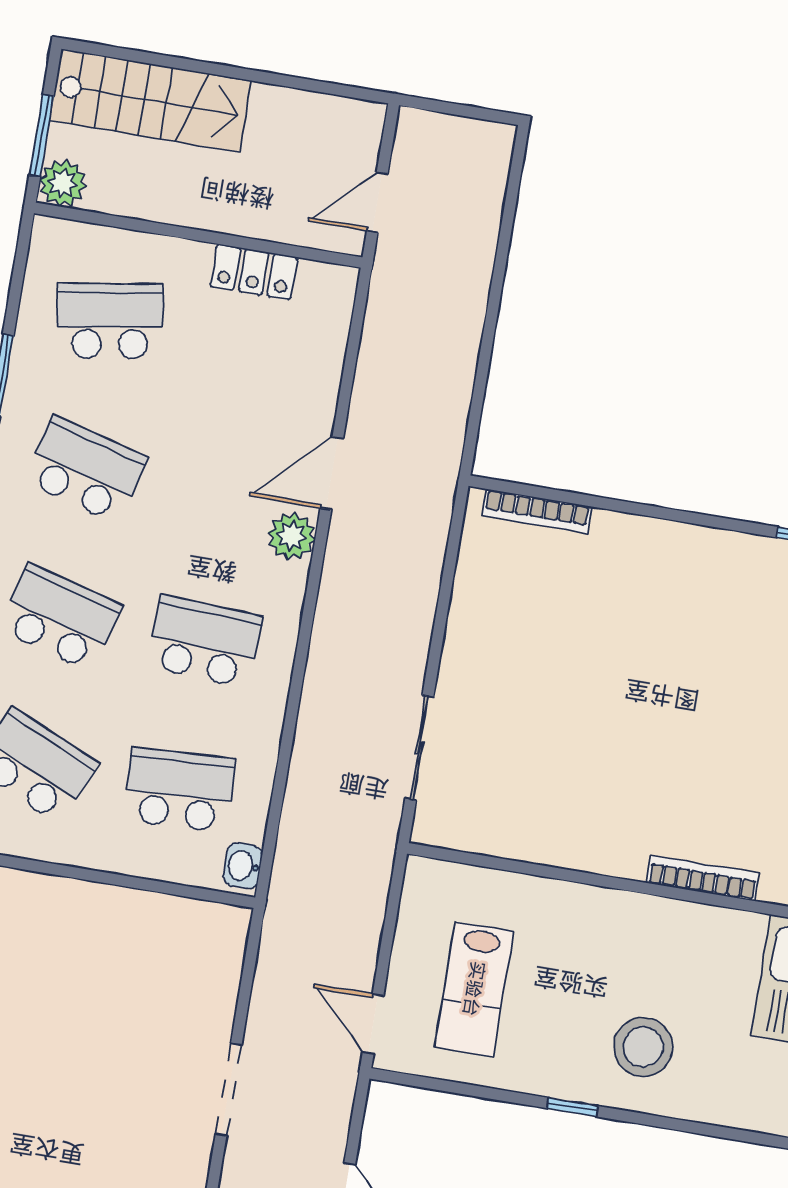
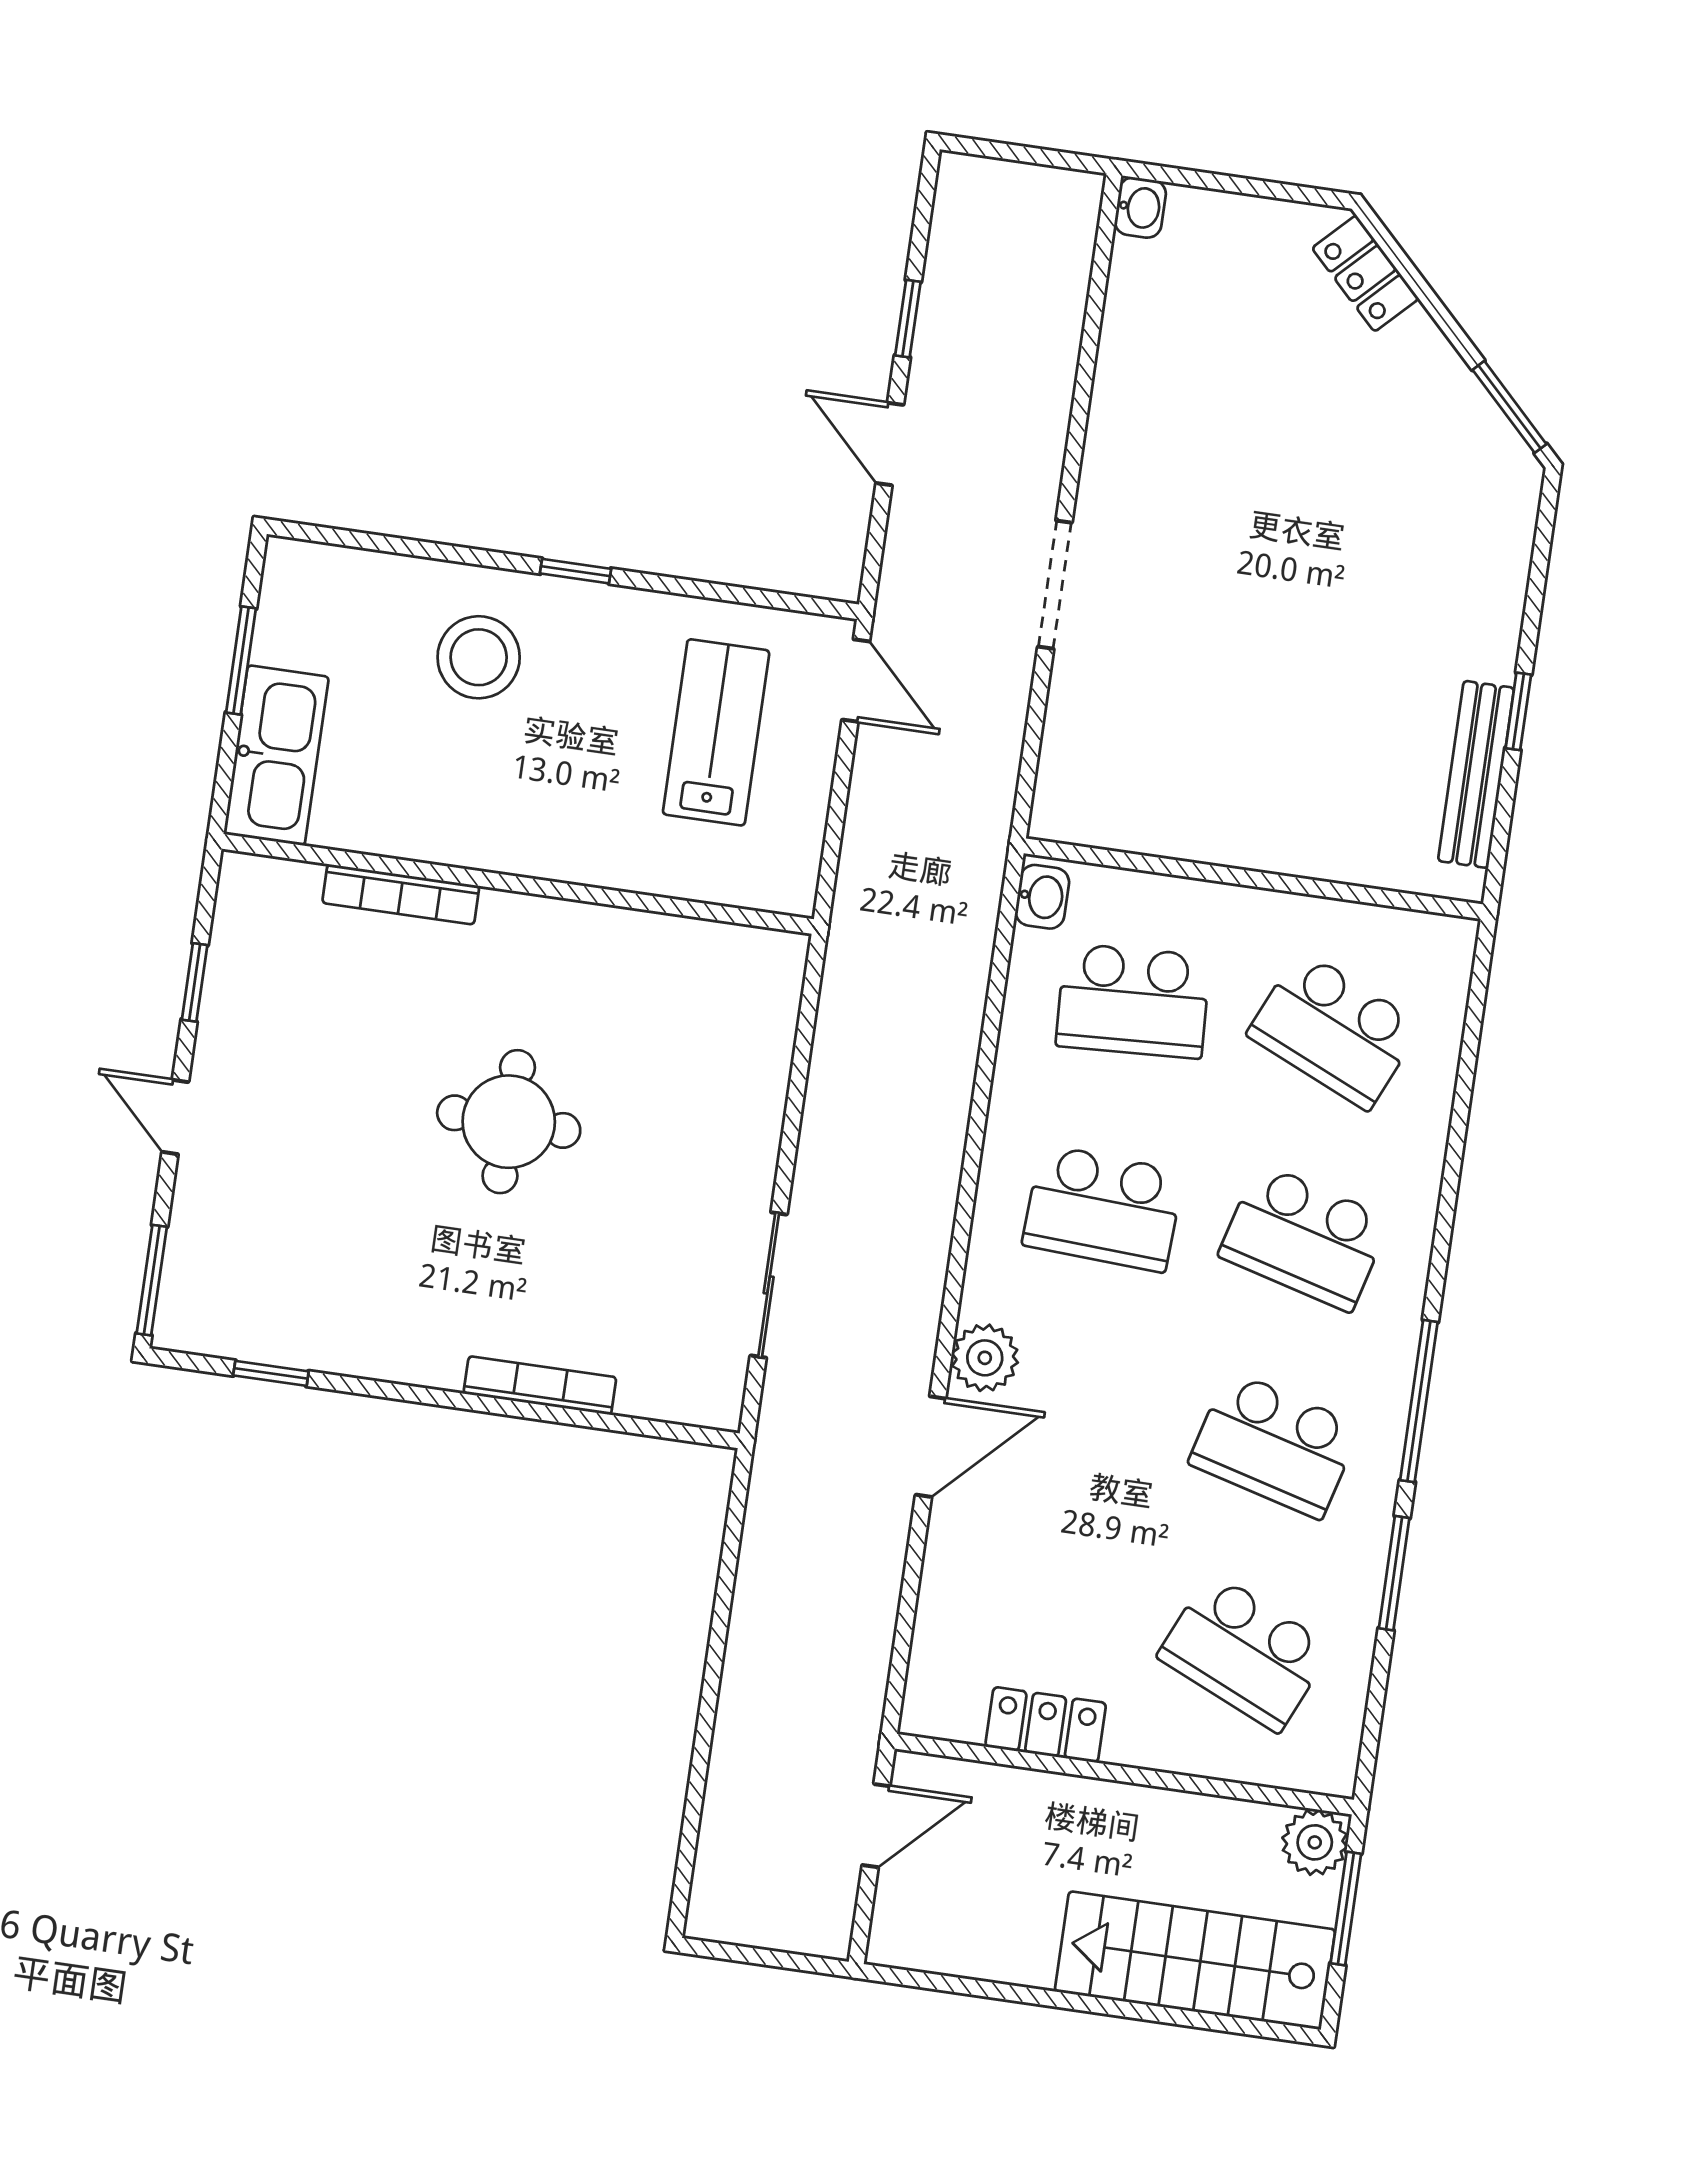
school desk: (110, 321) -> (1245, 1652), turned 33
bookcase: (537, 511) -> (540, 1385), moved
round table: (629, 713) -> (509, 1122), added
sliding door: (419, 748) -> (769, 1285), moved

